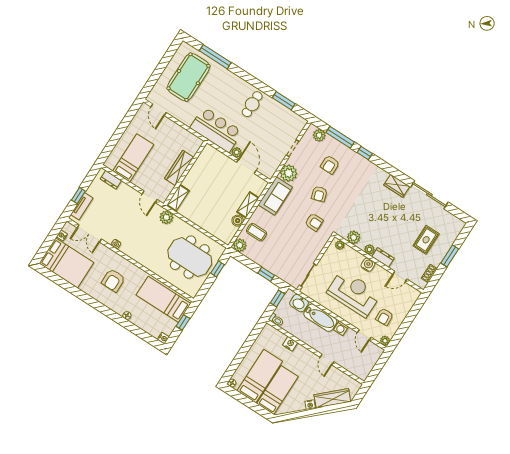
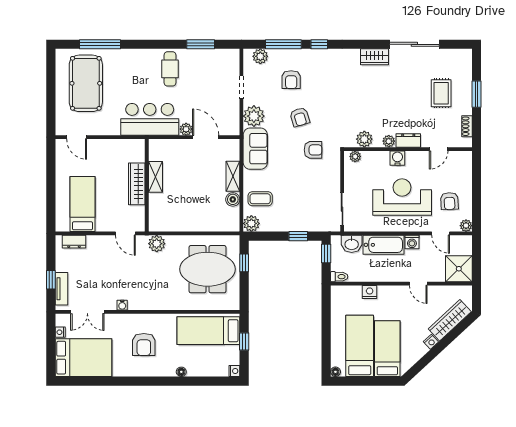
shelving: (178, 198) -> (155, 177), moved
shower: (361, 367) -> (459, 269), added

